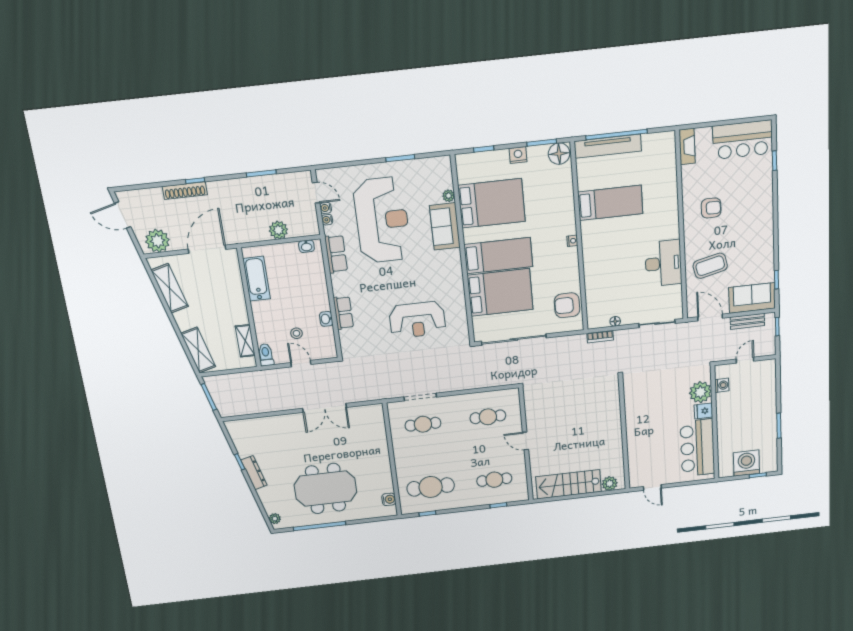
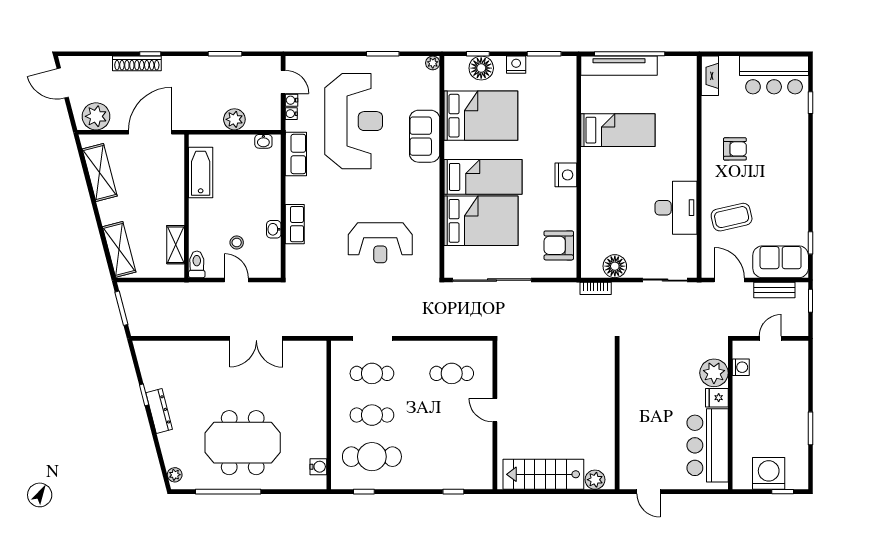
floor lamp: (559, 154) -> (481, 68), moved
plant: (449, 196) -> (433, 63), moved
nightstand: (572, 241) -> (566, 175), width x1.89, depth x1.79
floor lamp: (615, 321) -> (615, 266), width x1.89, depth x1.89
cafe table: (494, 480) -> (372, 415), moved

